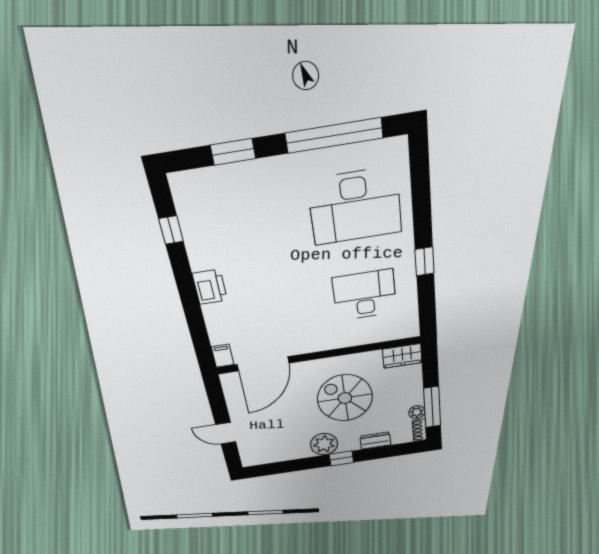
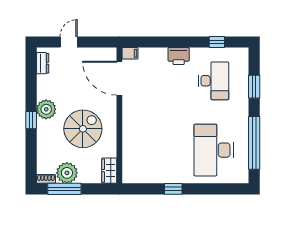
desk: (365, 295) -> (214, 81), moved
plant: (417, 412) -> (67, 173), width x1.87, depth x1.87
dresser: (375, 441) -> (43, 63), moved

